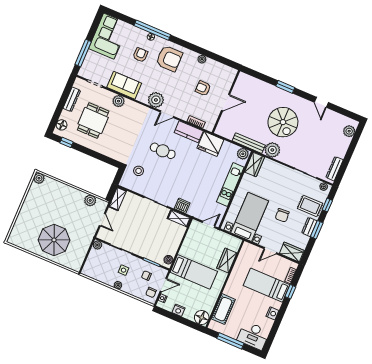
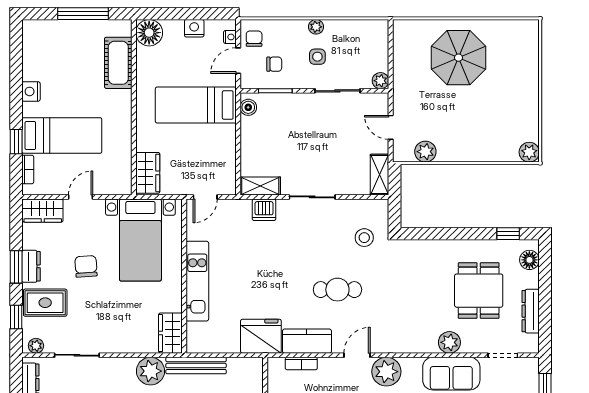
plant: (243, 154) -> (198, 343), removed
wardrobe: (227, 261) -> (148, 173), moved
desk: (253, 336) -> (48, 39), removed

